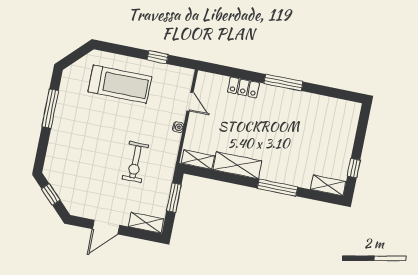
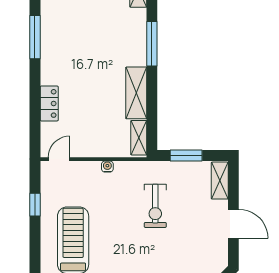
window: (283, 83) -> (35, 37), moved
door: (190, 102) -> (59, 159), moved
exercise bike: (135, 162) -> (155, 206), turned 90

